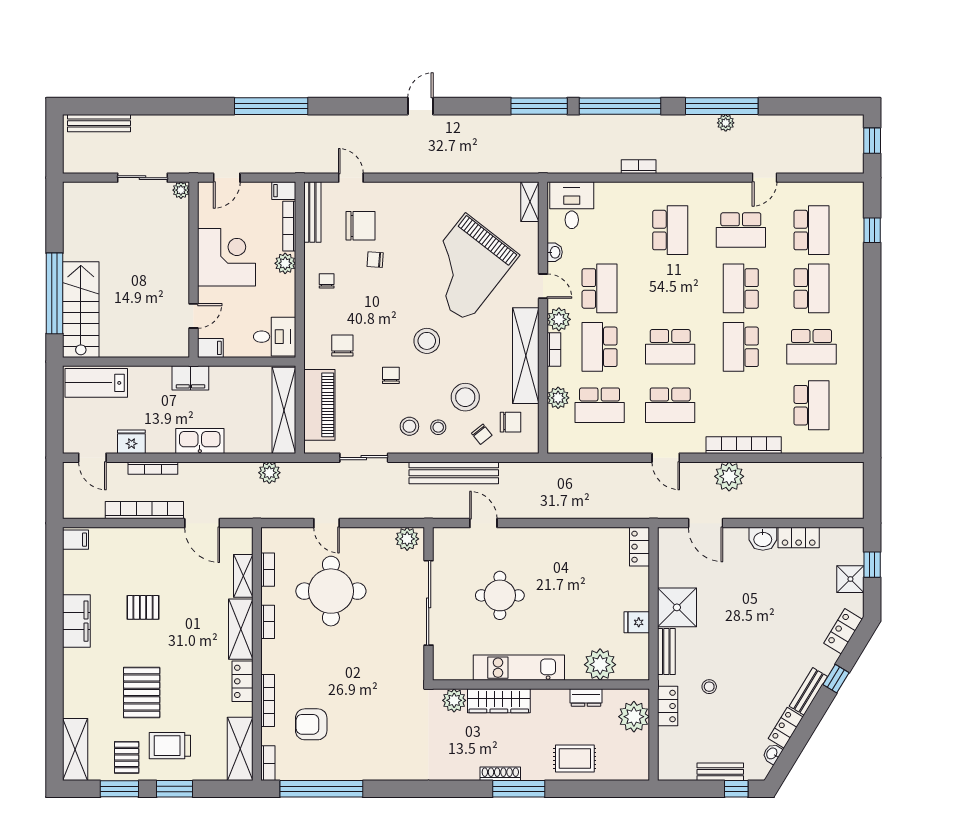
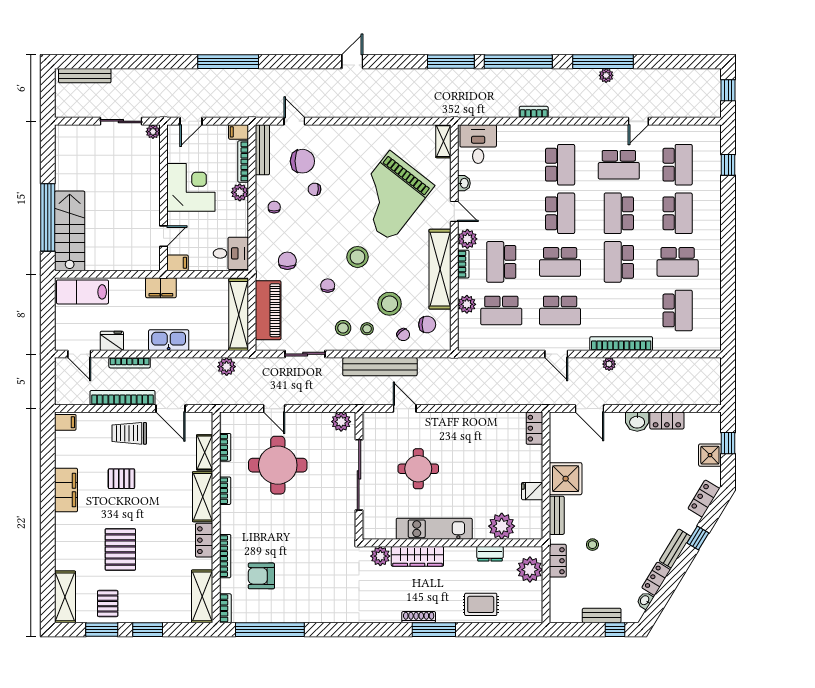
school desk: (600, 288) -> (560, 213), moved
plant: (729, 476) -> (609, 364), width x0.53, depth x0.53
trolley: (170, 746) -> (129, 433), moved

